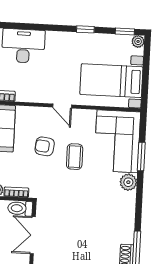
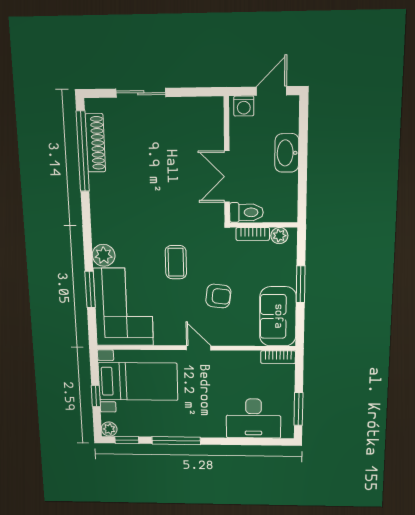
window: (85, 29) -> (176, 441), width x2.17
window: (146, 70) -> (96, 396), added
coffee table: (75, 157) -> (176, 262), moved
double door: (33, 235) -> (227, 177), swing flipped

